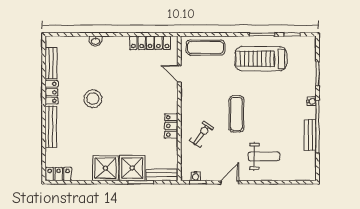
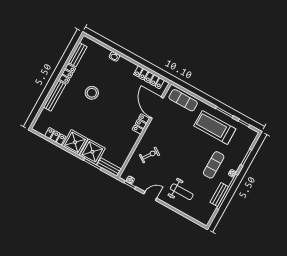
door: (179, 74) -> (157, 108), width x1.87
exercise mat: (236, 114) -> (214, 165), moved
locker: (171, 126) -> (141, 124), moved
locker: (59, 174) -> (55, 136), moved

